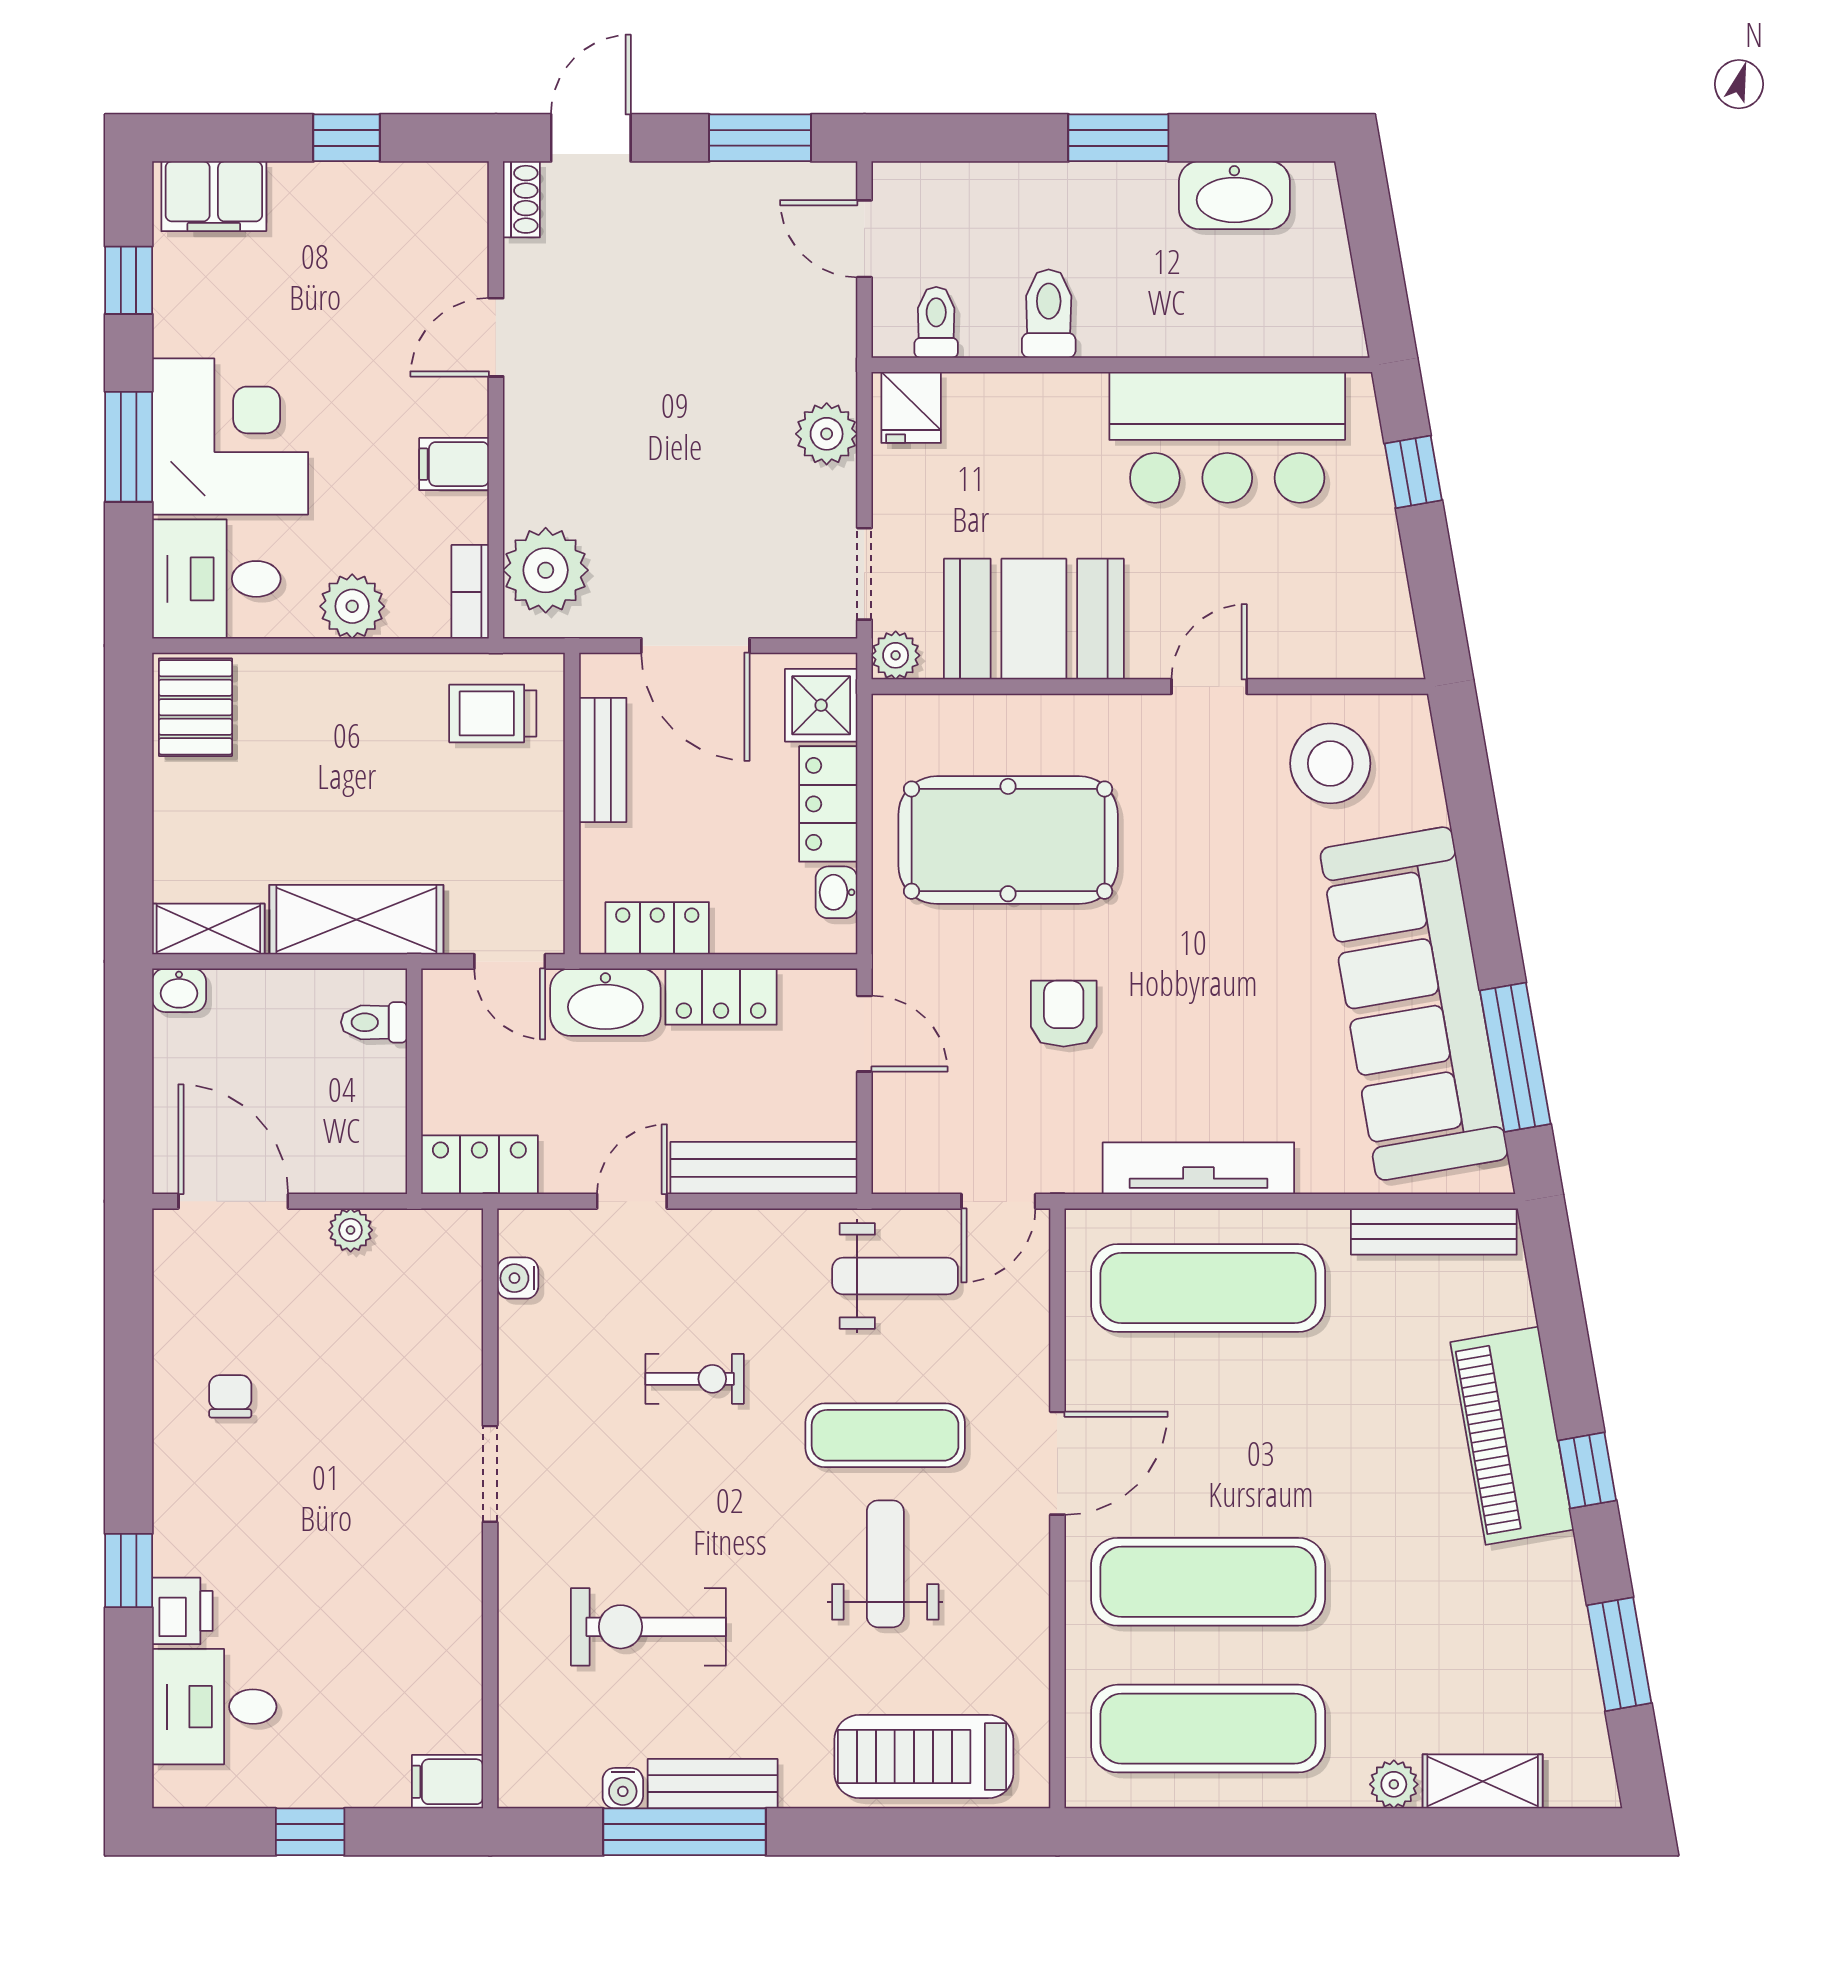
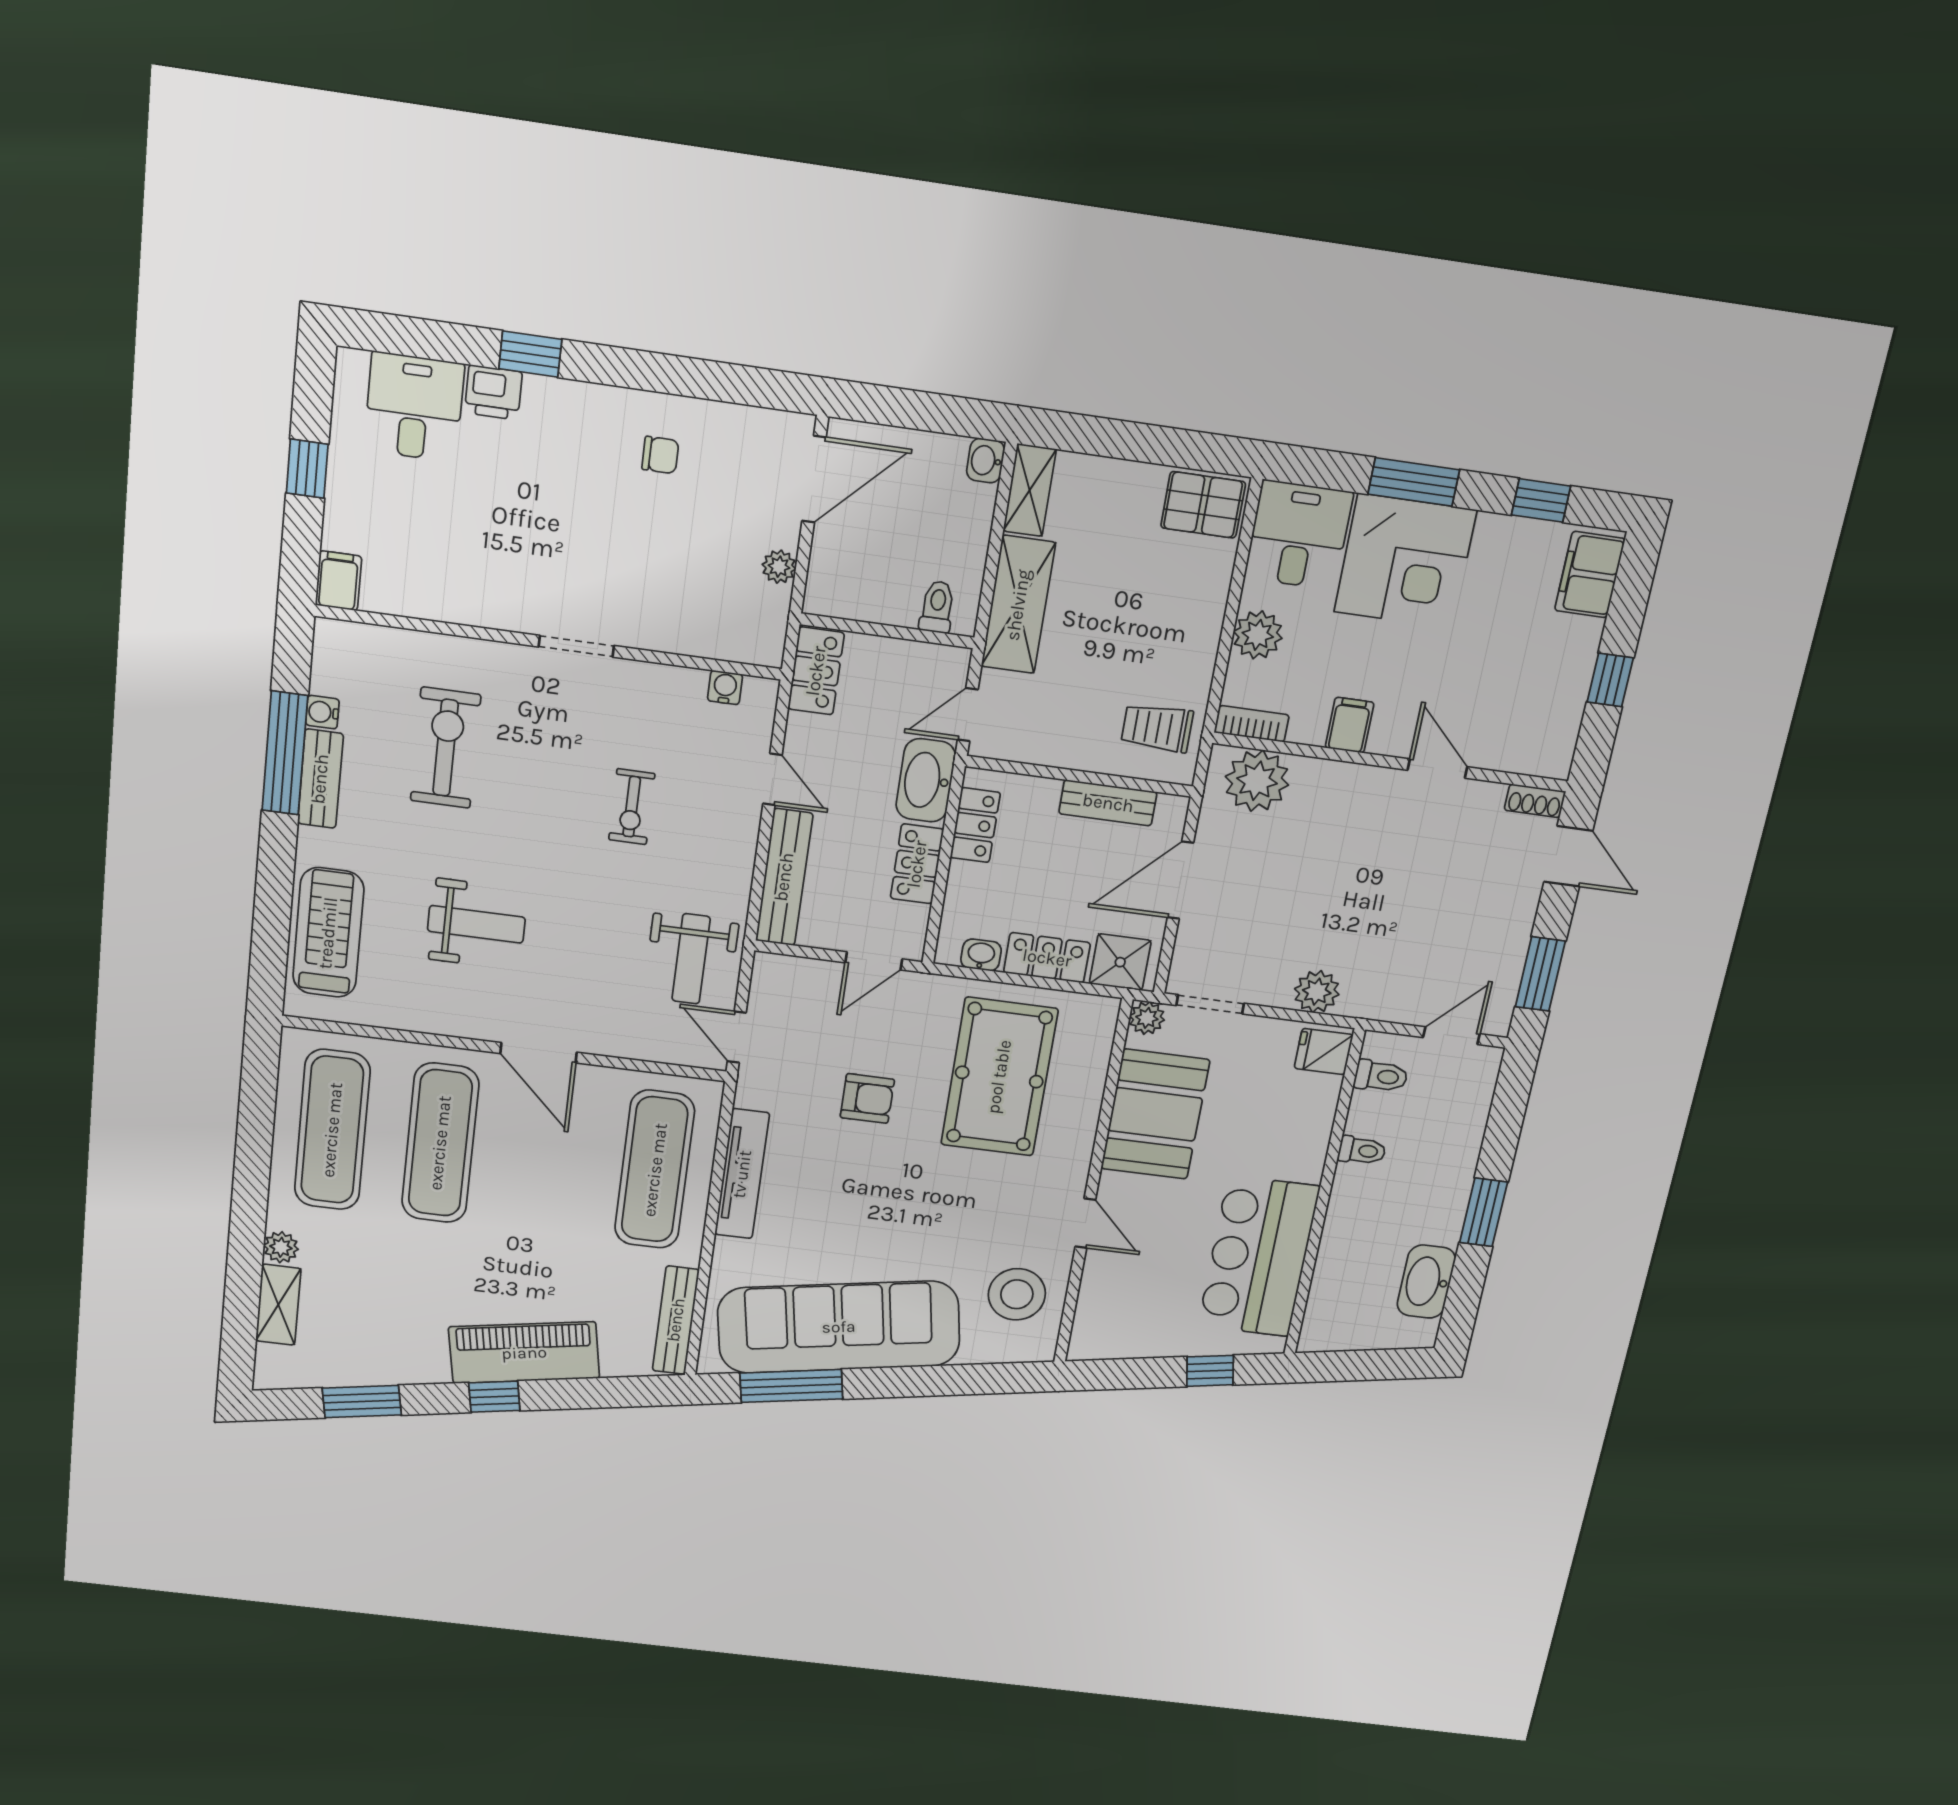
toilet: (1049, 314) -> (1362, 1150), width x0.73, depth x0.72
trolley: (493, 713) -> (1157, 728), turned -90
exercise mat: (885, 1435) -> (573, 937), removed

